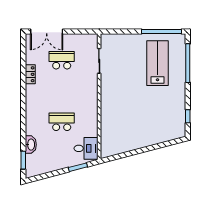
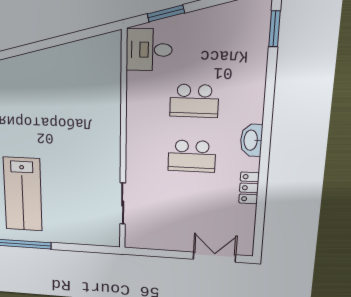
double door: (47, 31) -> (214, 257), width x0.73
school desk: (62, 60) -> (192, 156), moved
washbasin: (31, 145) -> (251, 140), moved

